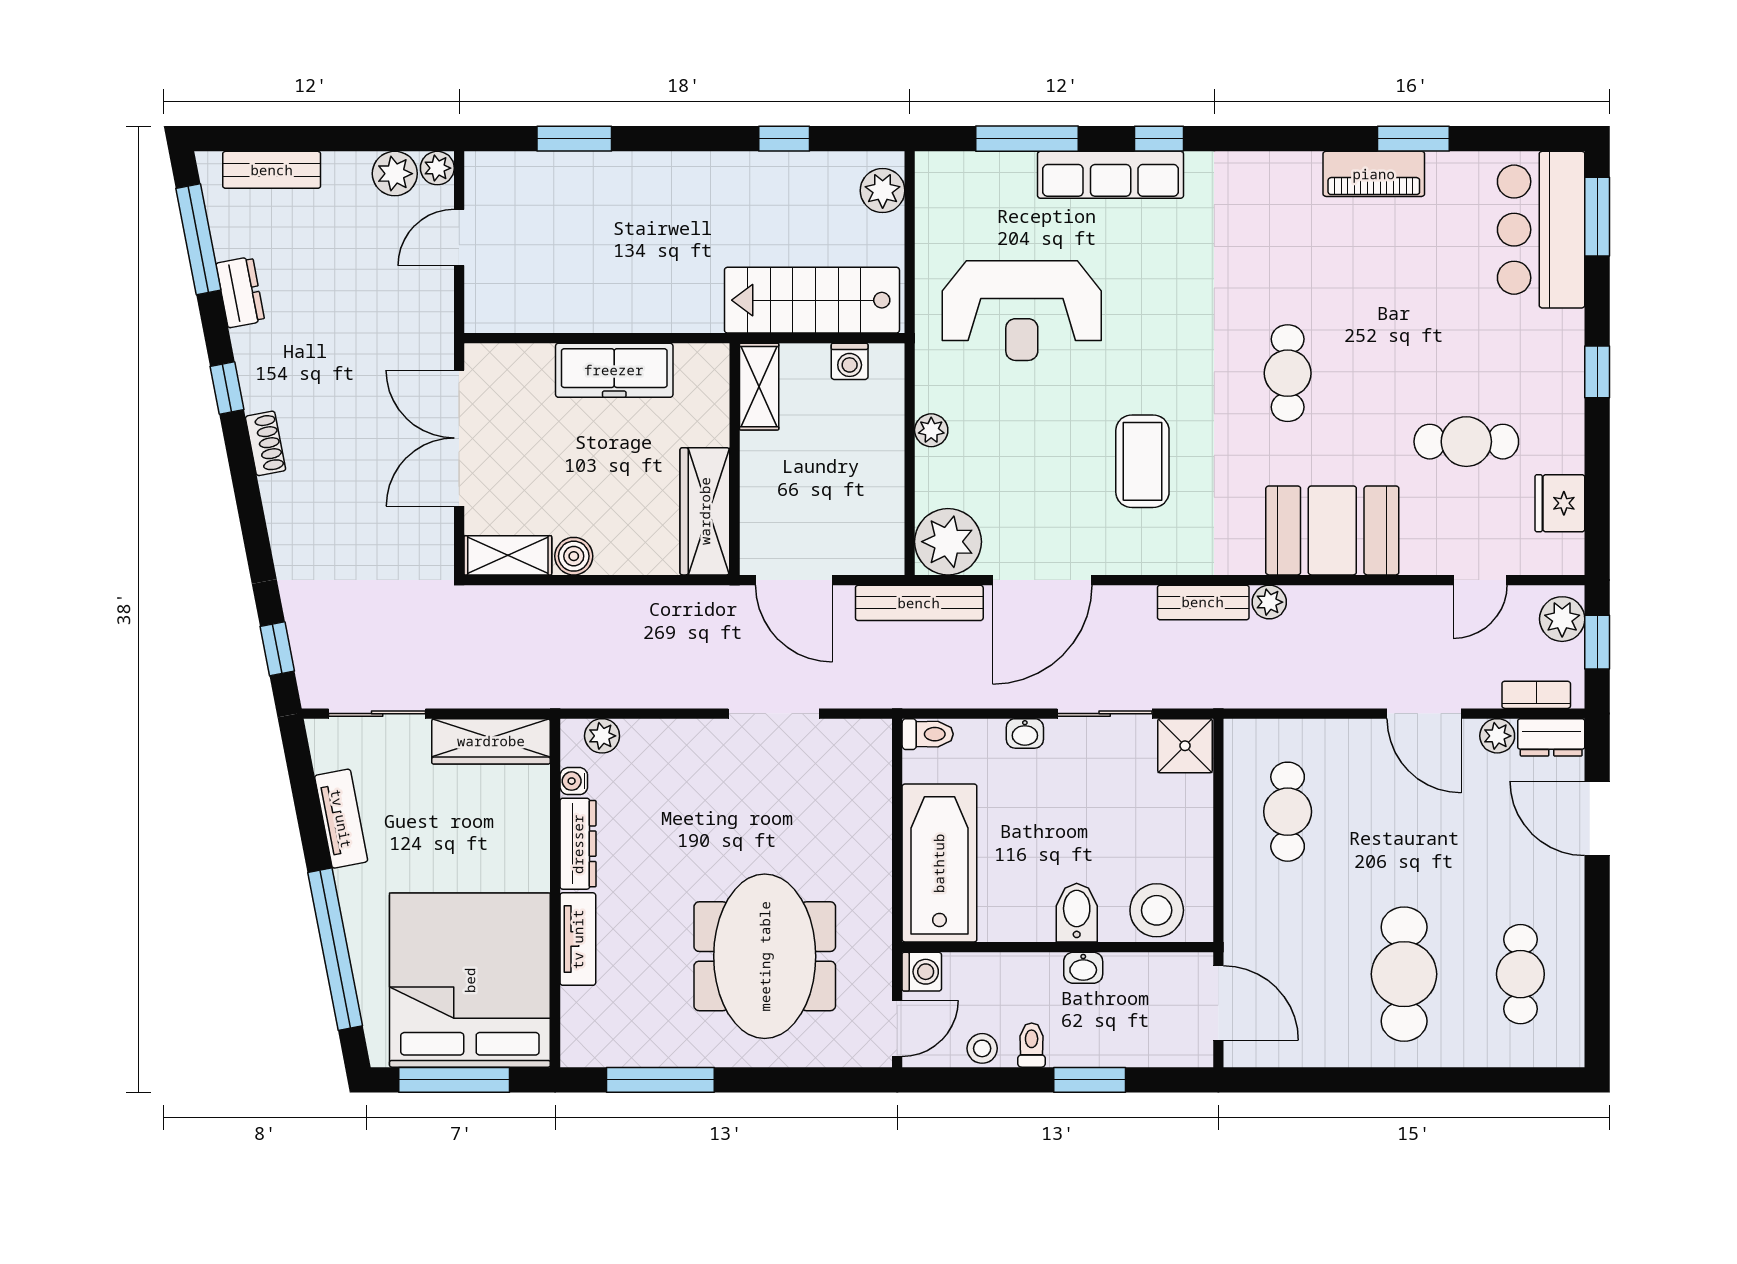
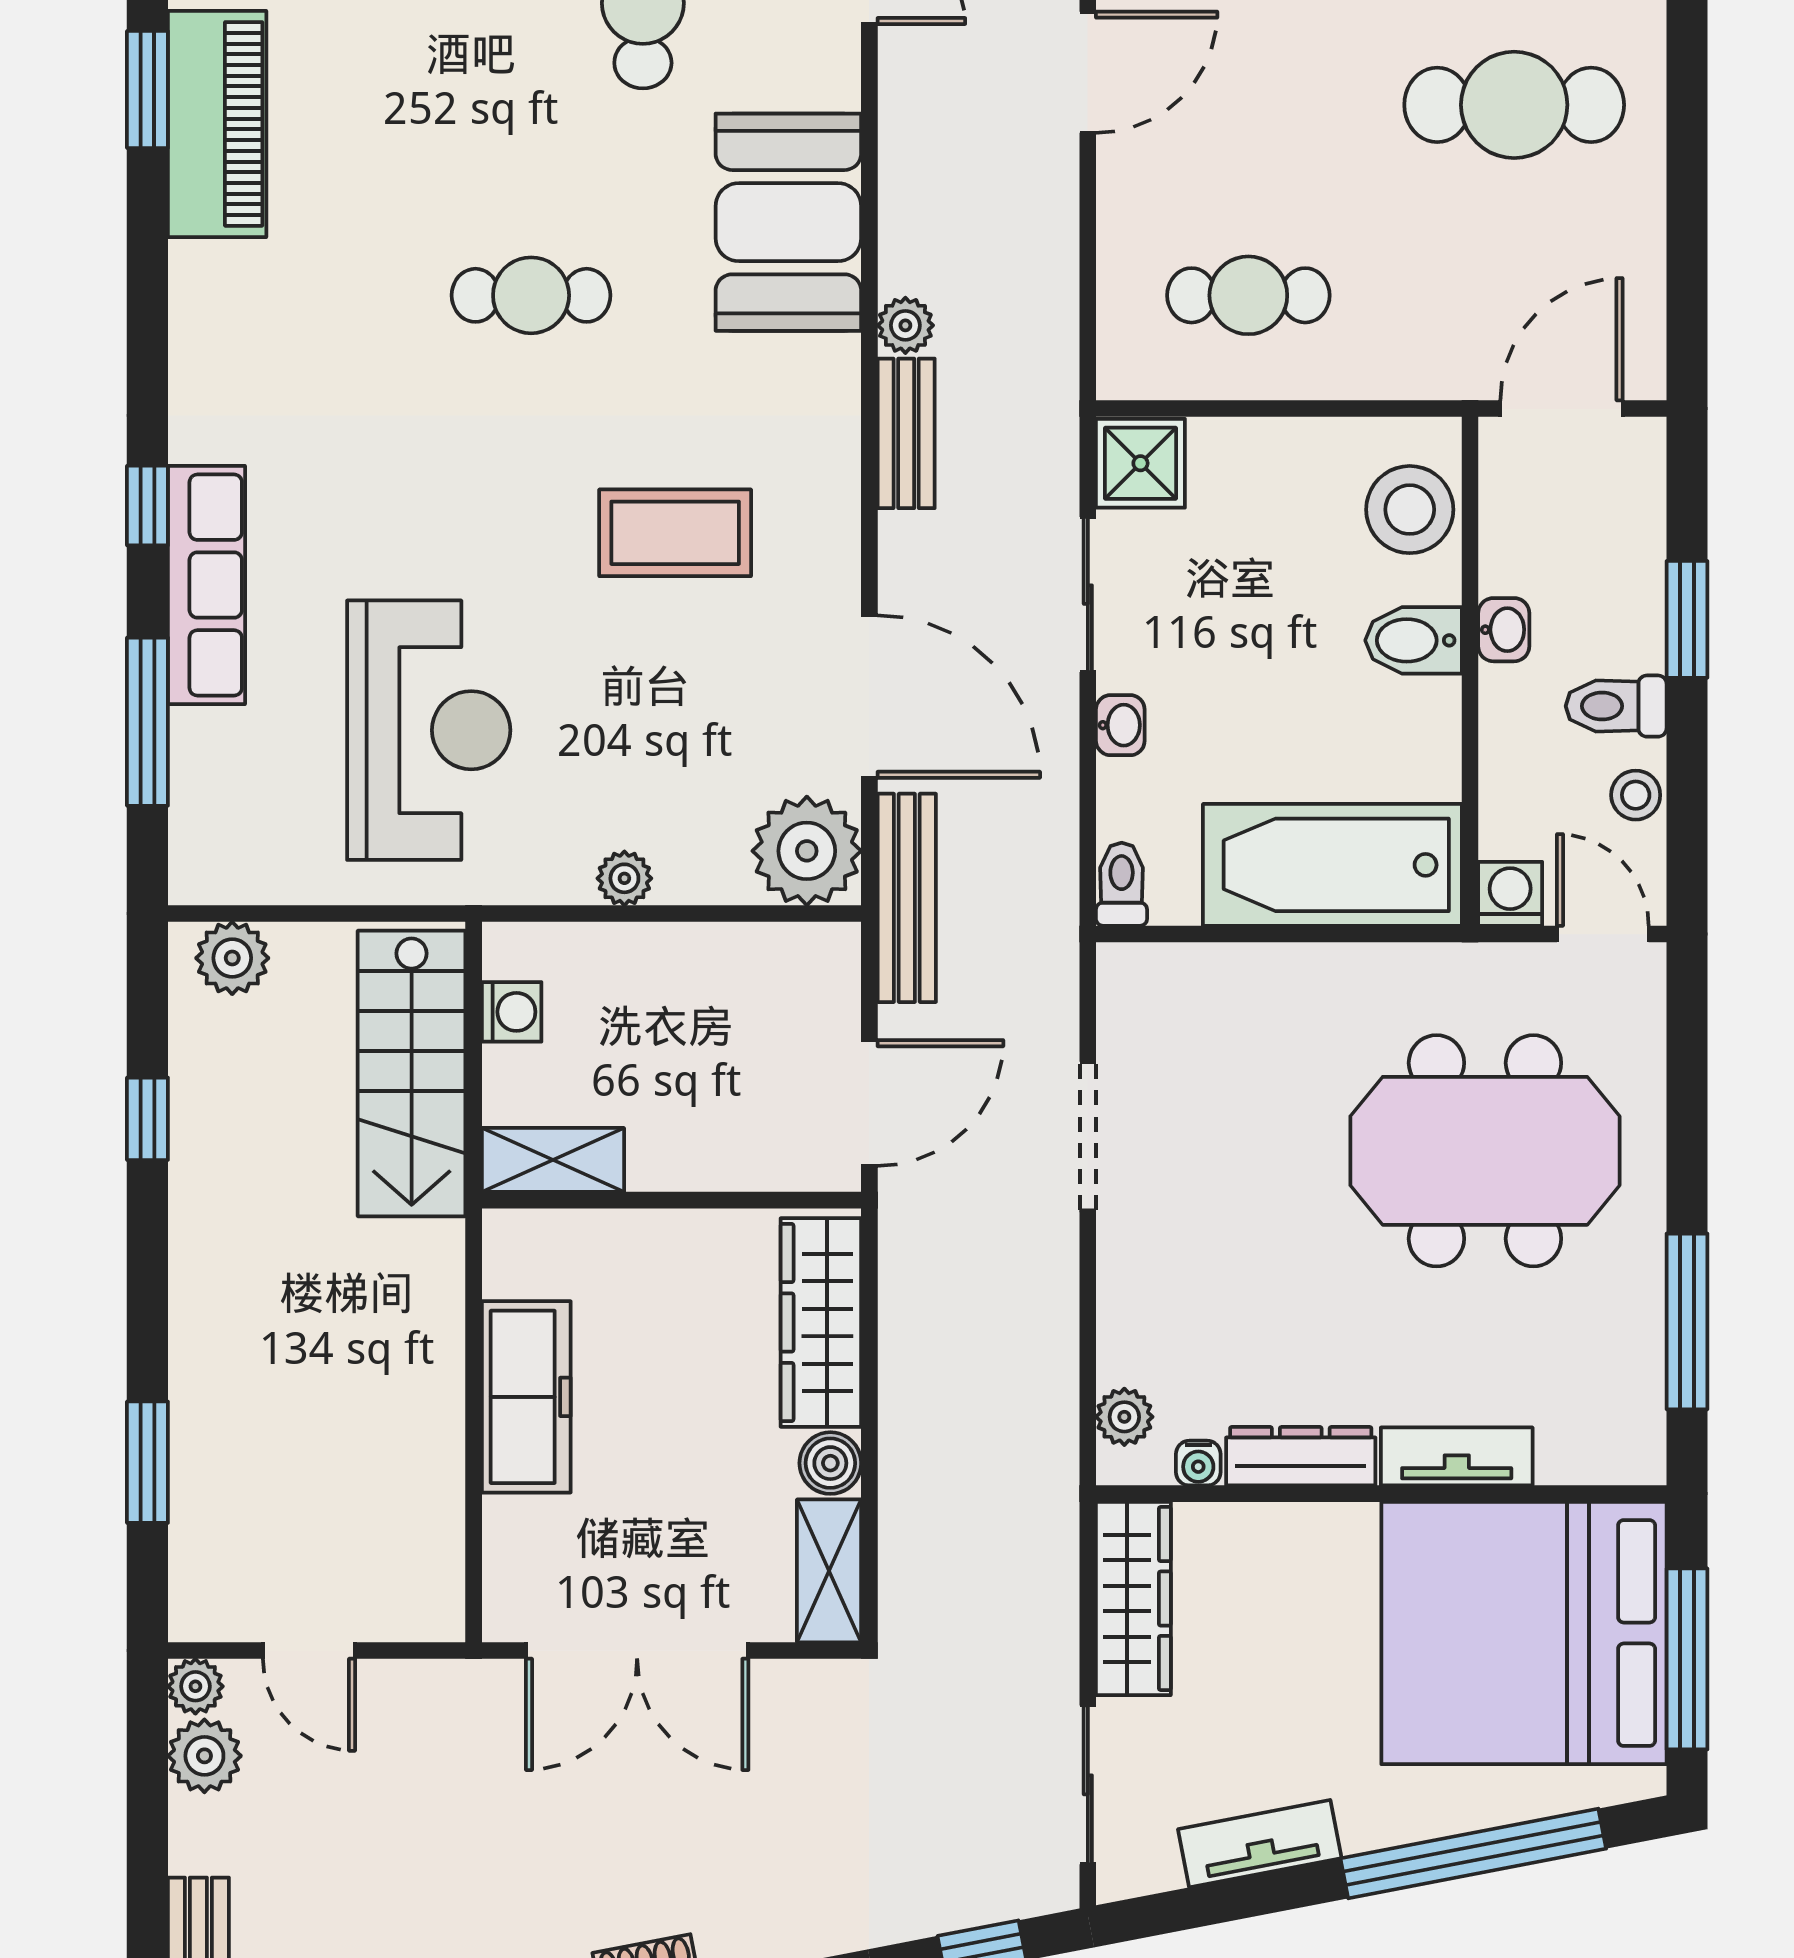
piano: (1374, 174) -> (217, 124), width x1.37, depth x1.33
wardrobe: (705, 511) -> (821, 1322), moved, turned 90
toilet: (1032, 1045) -> (1616, 706), width x1.37, depth x1.39

